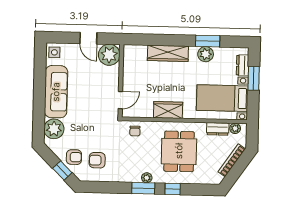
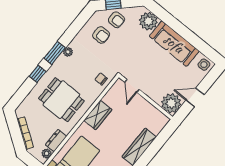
armchair: (74, 157) -> (117, 20), turned -90
armchair: (97, 160) -> (101, 35), turned 90
plant: (147, 178) -> (68, 52), moved

